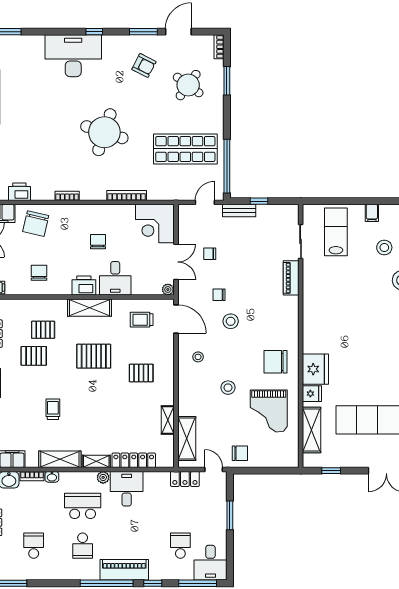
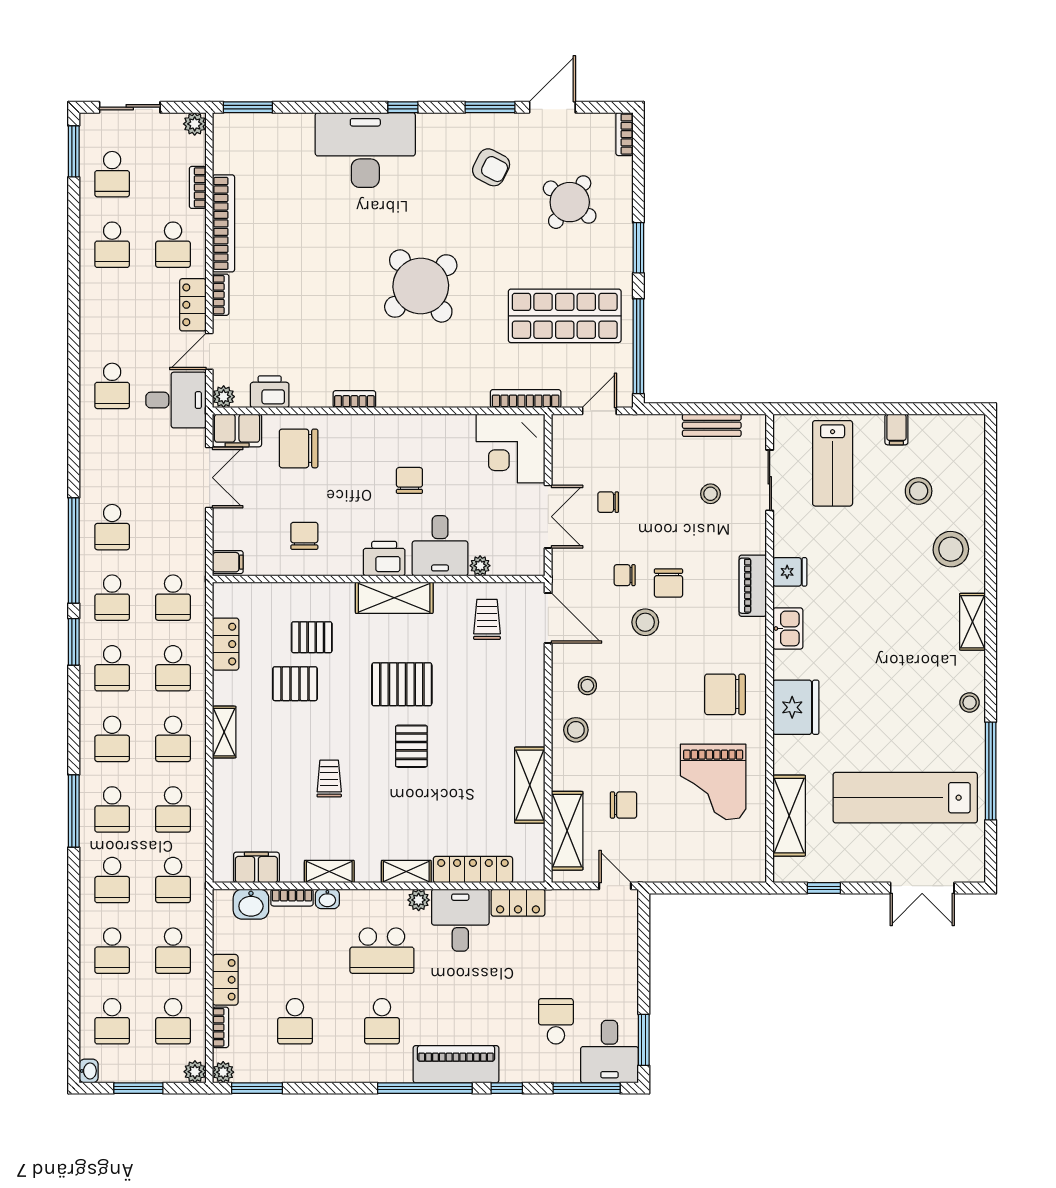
window: (227, 81) -> (638, 248), moved
round table: (104, 132) -> (421, 286), turned 33
bookcase: (127, 196) -> (526, 399), moved
window: (259, 201) -> (696, 409), removed
bench: (239, 211) -> (712, 425), moved
chair: (36, 224) -> (299, 448), turned 77
lab bench: (336, 232) -> (833, 463), turned 180
stool: (267, 249) -> (710, 494), added
piano: (291, 278) -> (753, 586), moved
plant: (168, 289) -> (480, 566), moved
chair: (244, 299) -> (668, 583), added
trolley: (142, 320) -> (487, 619), turned 90
kitchen sink: (311, 325) -> (788, 628), added
pallet: (141, 373) -> (411, 746), moved, turned 90
stool: (228, 388) -> (576, 730), moved
fridge: (312, 394) -> (790, 572), moved
shelving: (168, 420) -> (530, 785), width x1.50, depth x1.33
chair: (240, 453) -> (624, 805), moved
shelving: (60, 459) -> (329, 872), width x0.67, depth x0.75
locker: (185, 479) -> (518, 903), moved
school desk: (83, 506) -> (382, 951), turned 180
window: (230, 515) -> (644, 1040), moved
school desk: (34, 546) -> (295, 1021), turned 180

